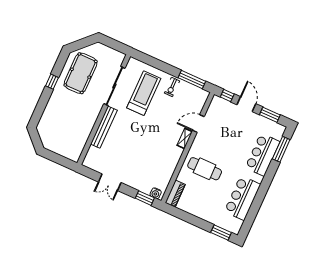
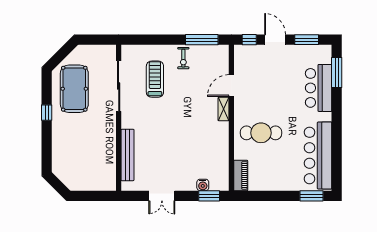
treadmill: (144, 93) -> (155, 79), width x0.73, depth x0.73
bench: (104, 127) -> (127, 155), moved
water cooler: (156, 193) -> (203, 185), moved
bar counter: (242, 198) -> (318, 156), width x1.36

